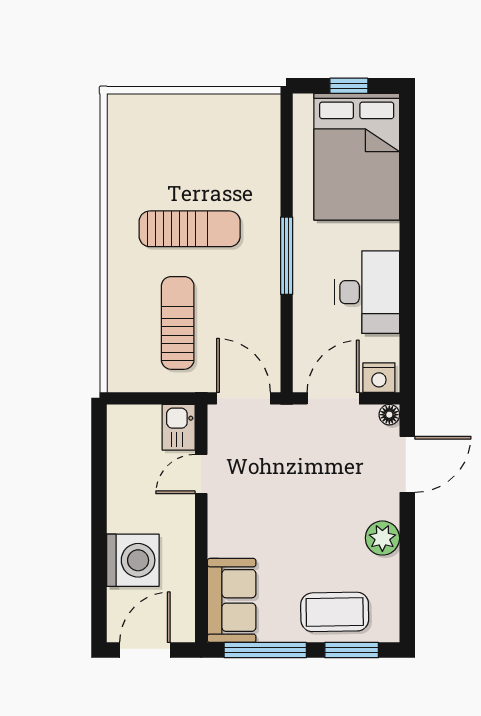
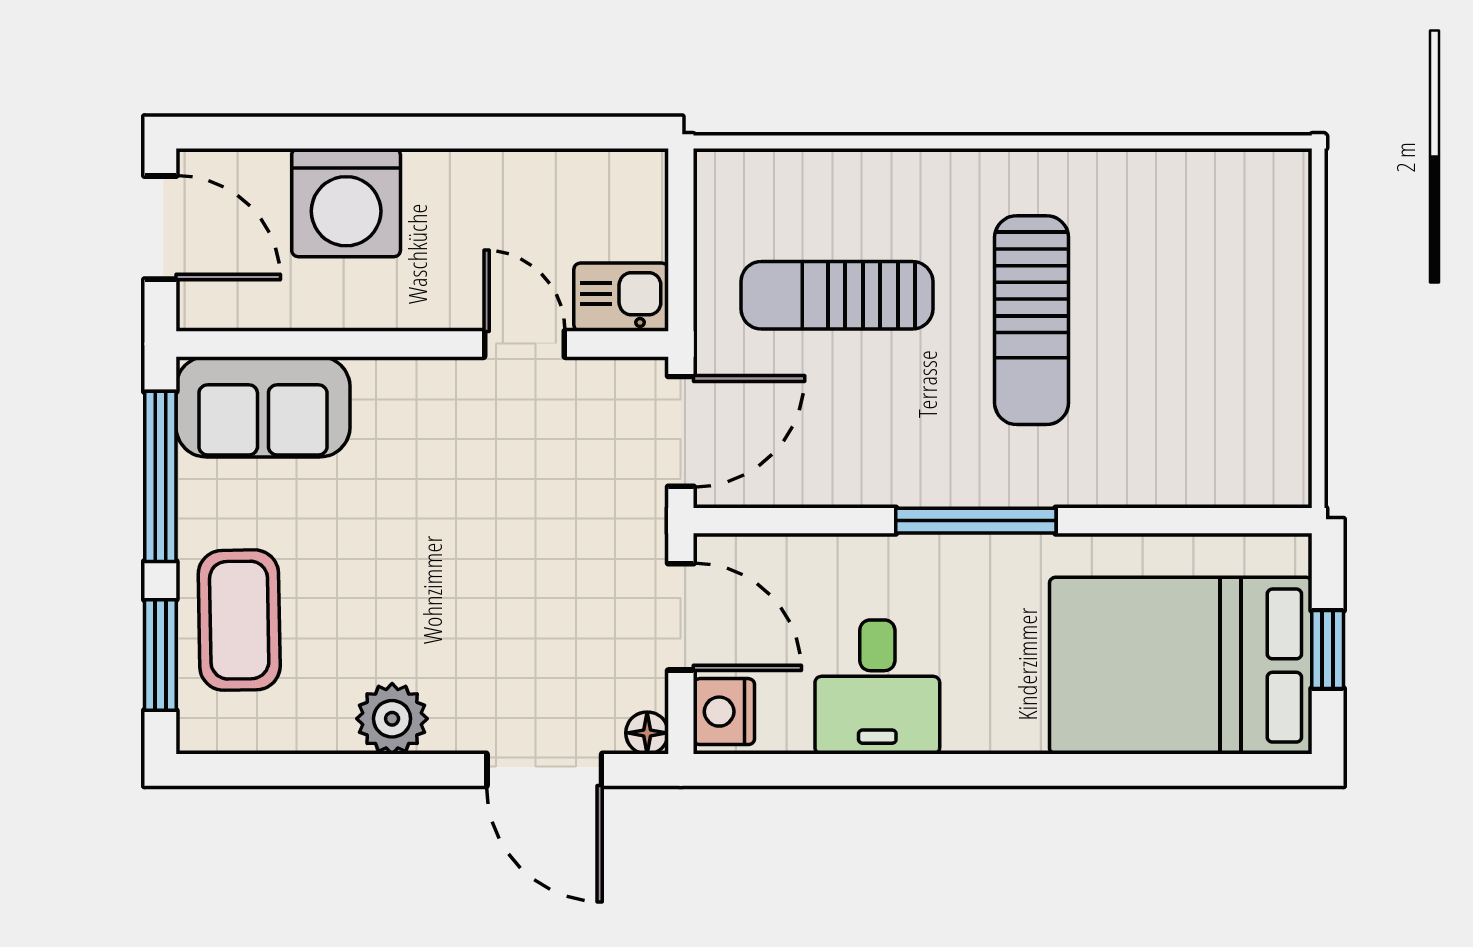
desk: (367, 292) -> (877, 687), width x0.73
sun lounger: (178, 323) -> (837, 295), turned 180

